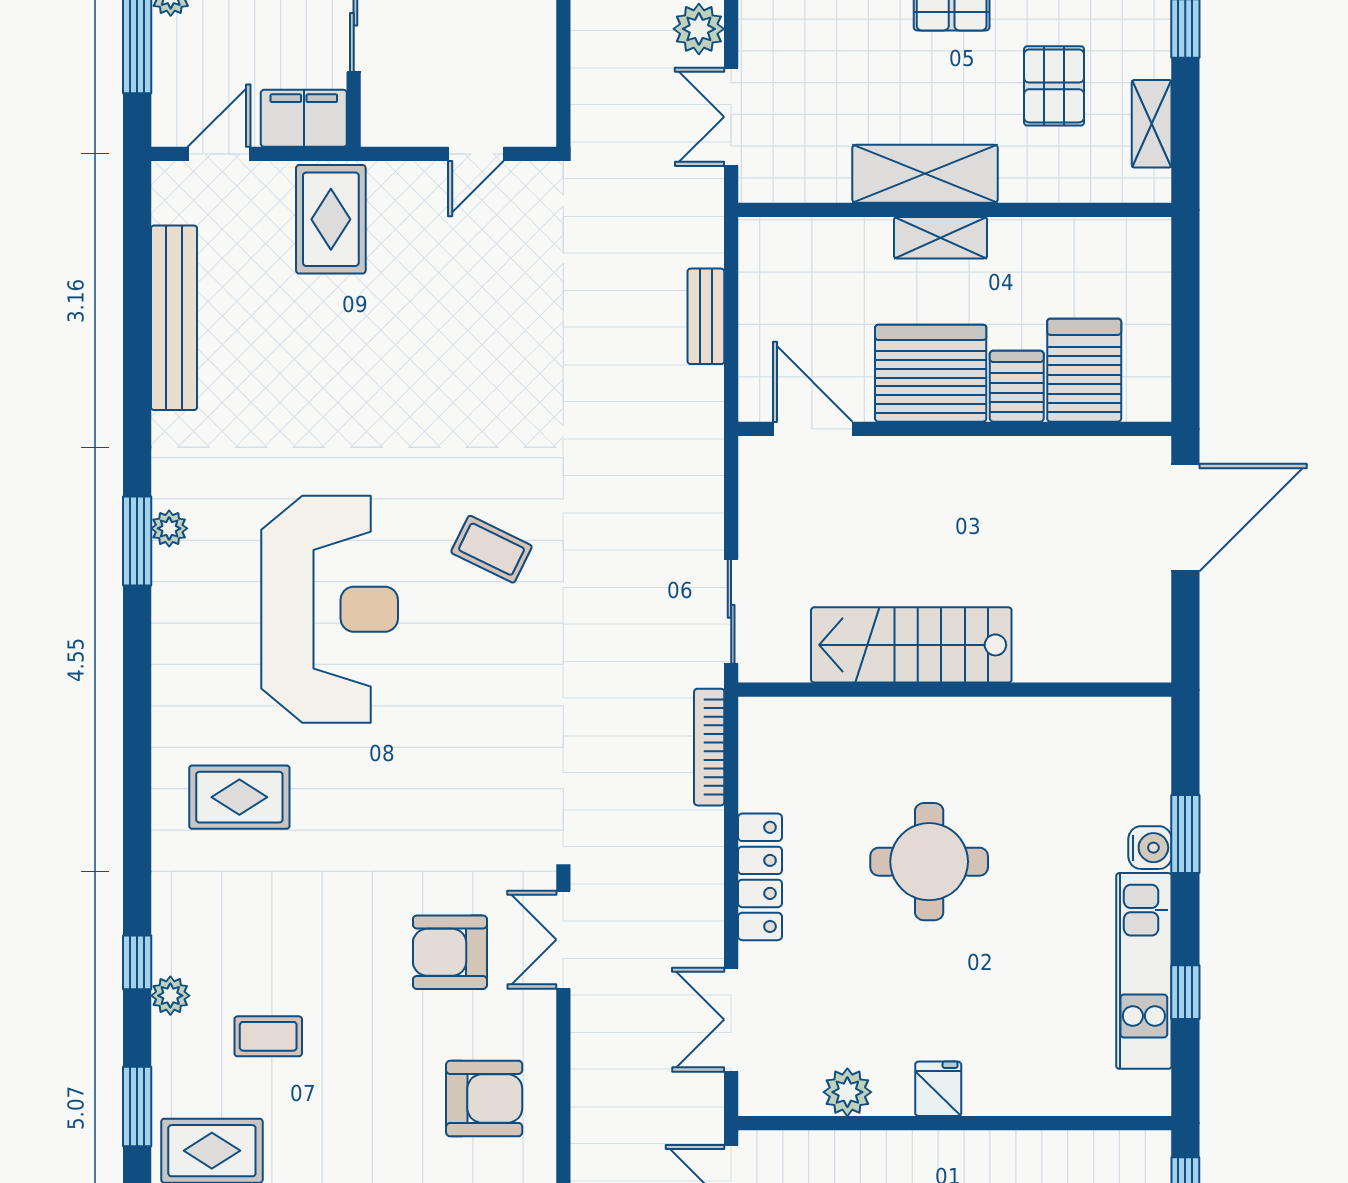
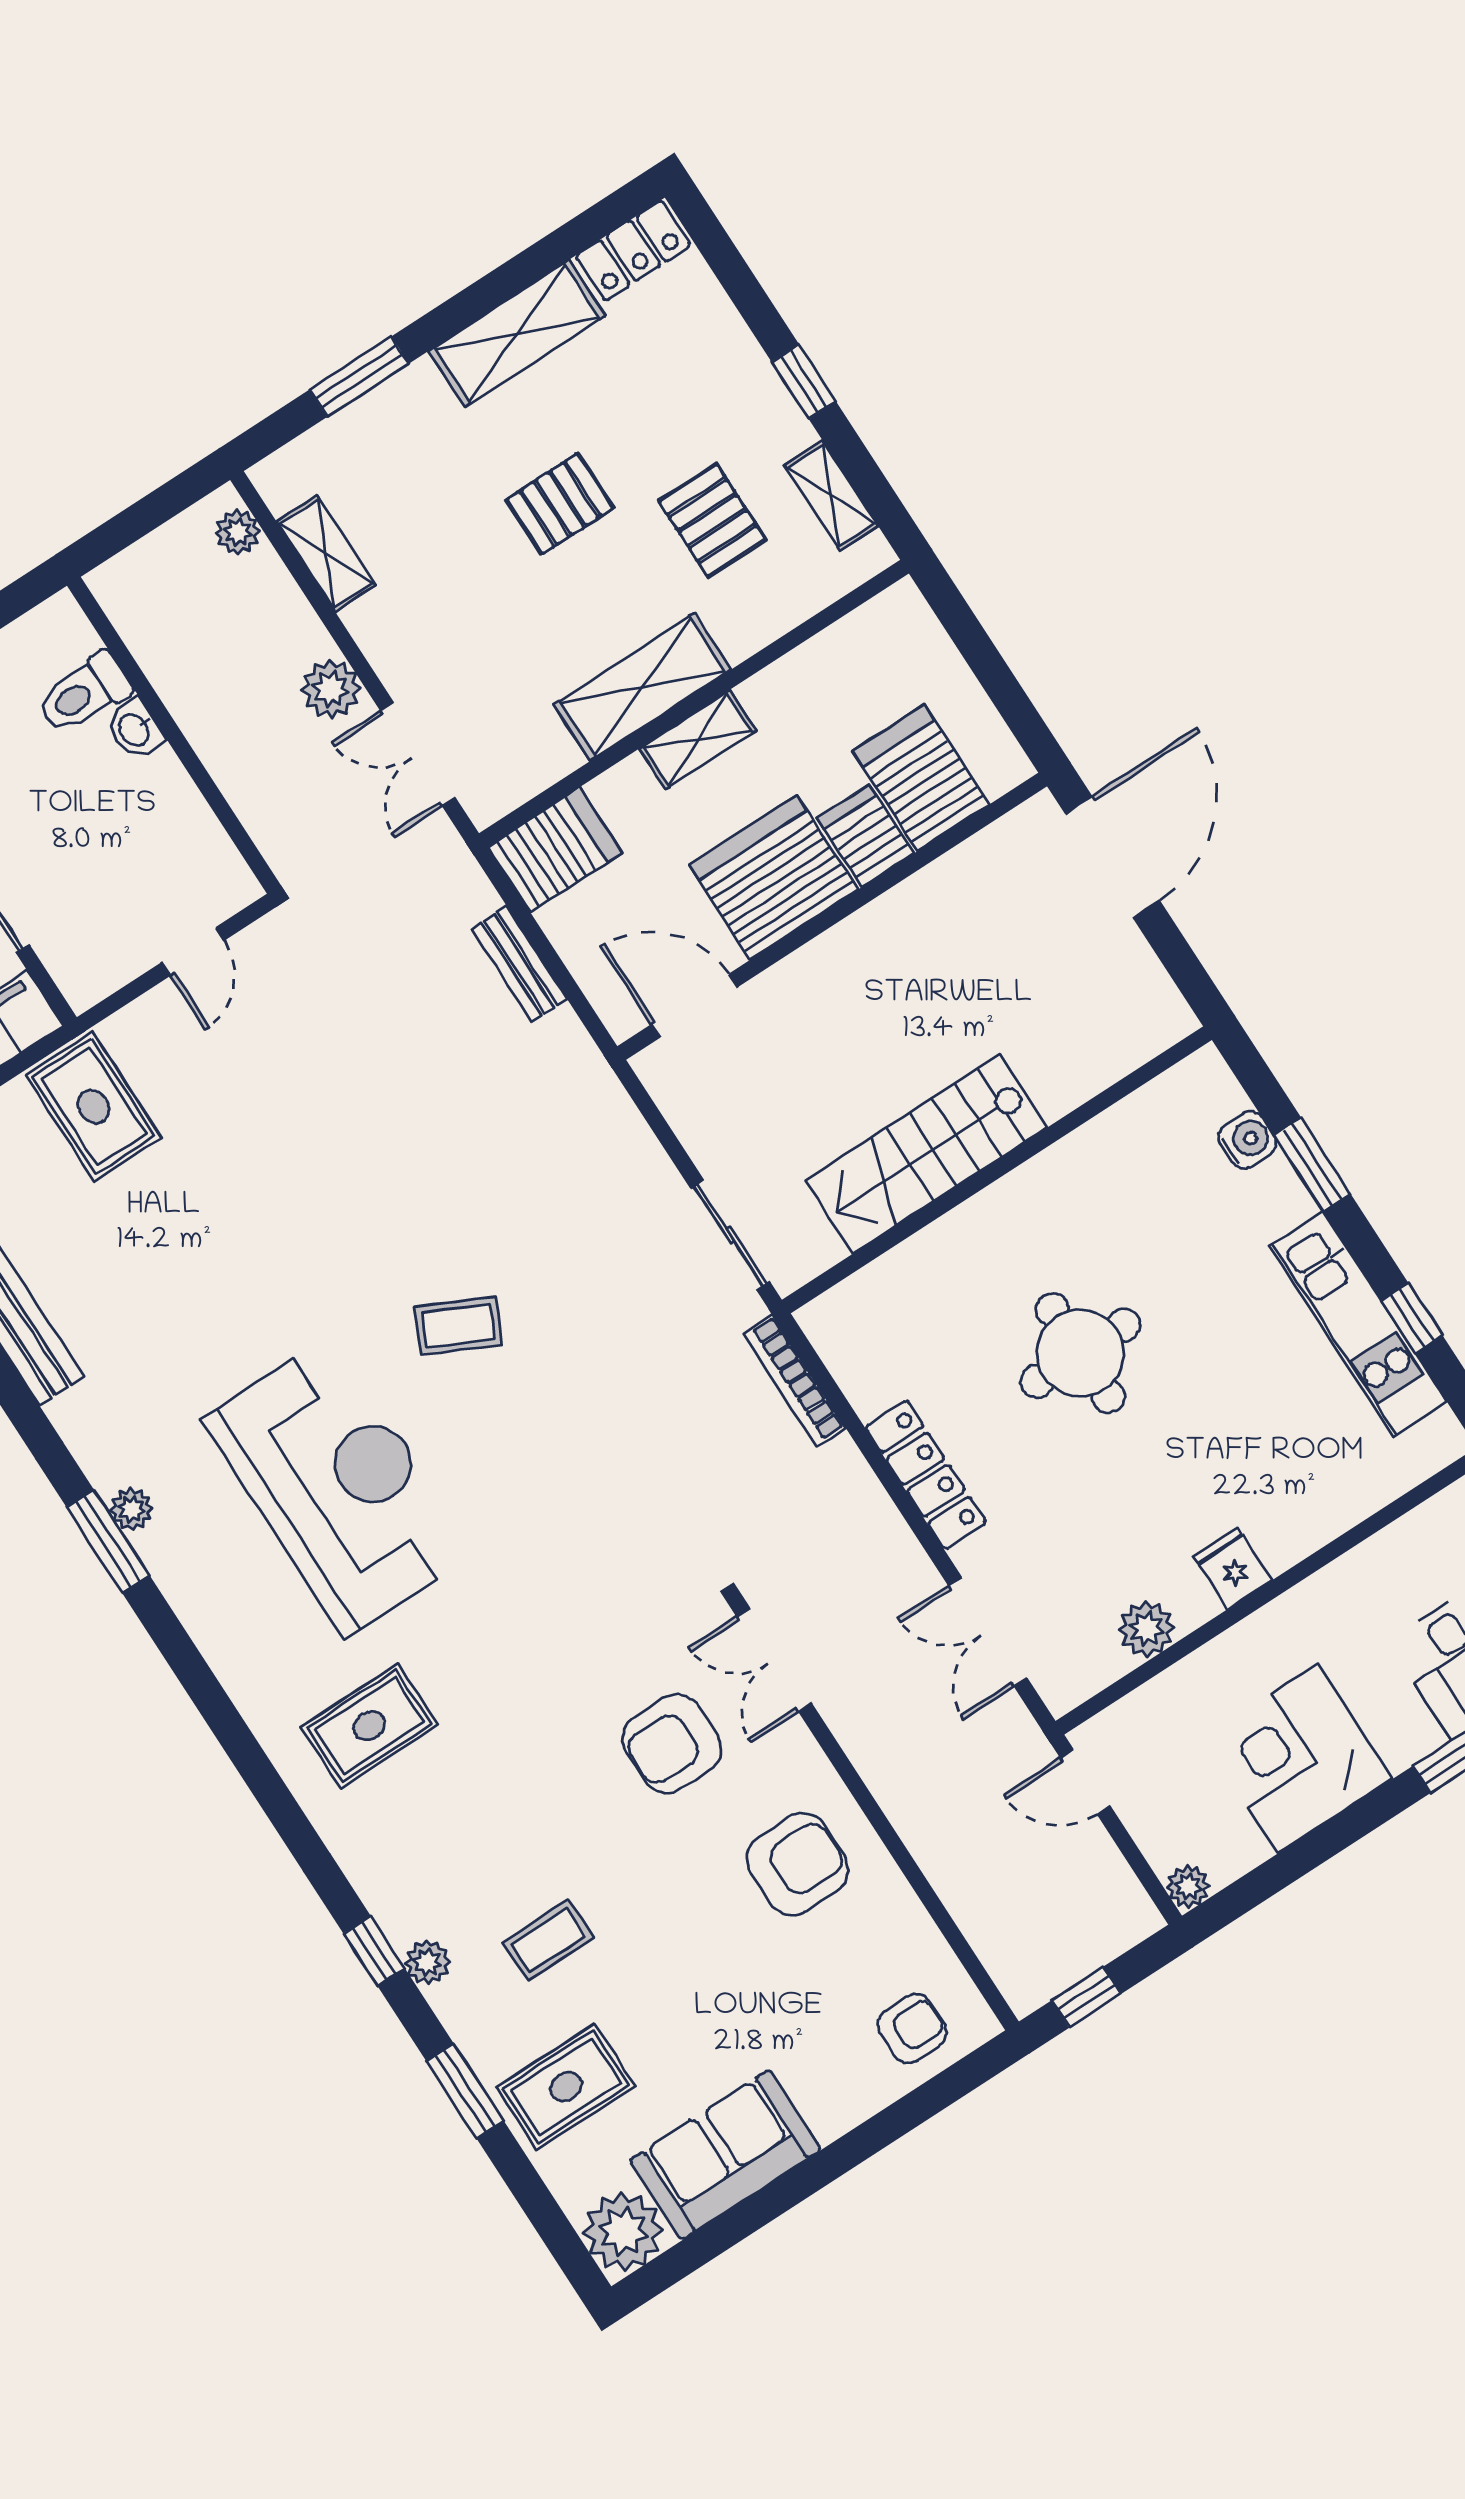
server rack: (785, 251) -> (555, 850), added
water cooler: (1150, 848) -> (1247, 1140), moved

